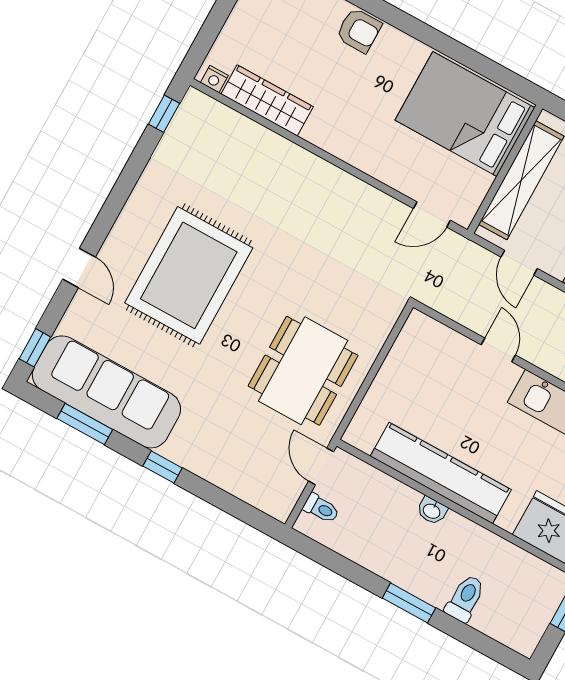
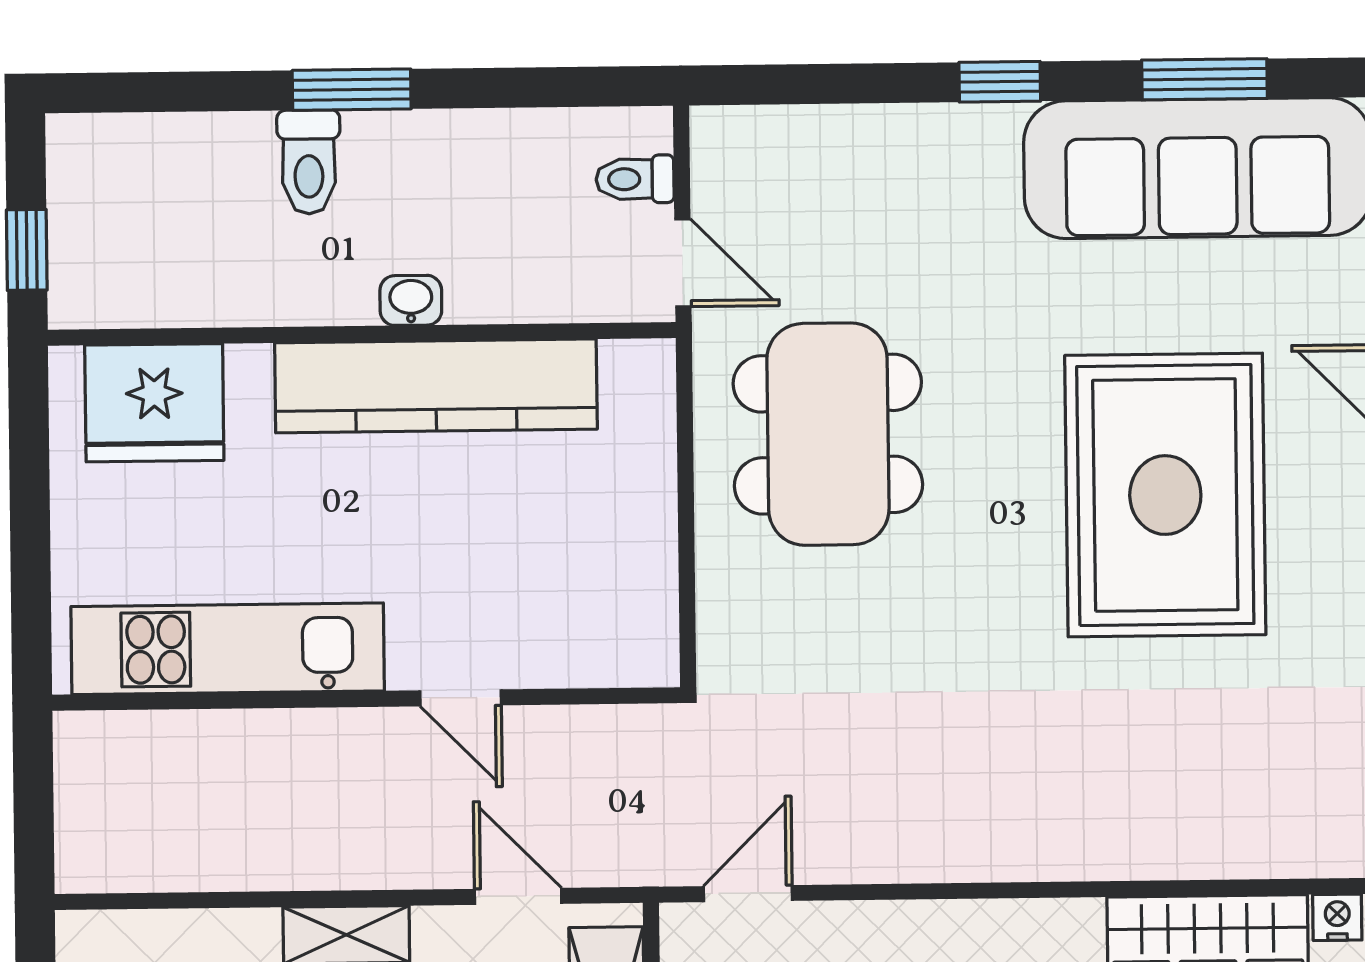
toilet: (465, 598) -> (309, 162), moved

